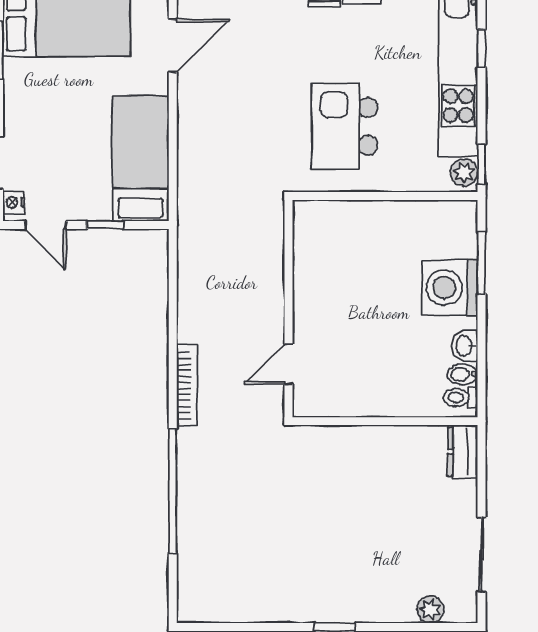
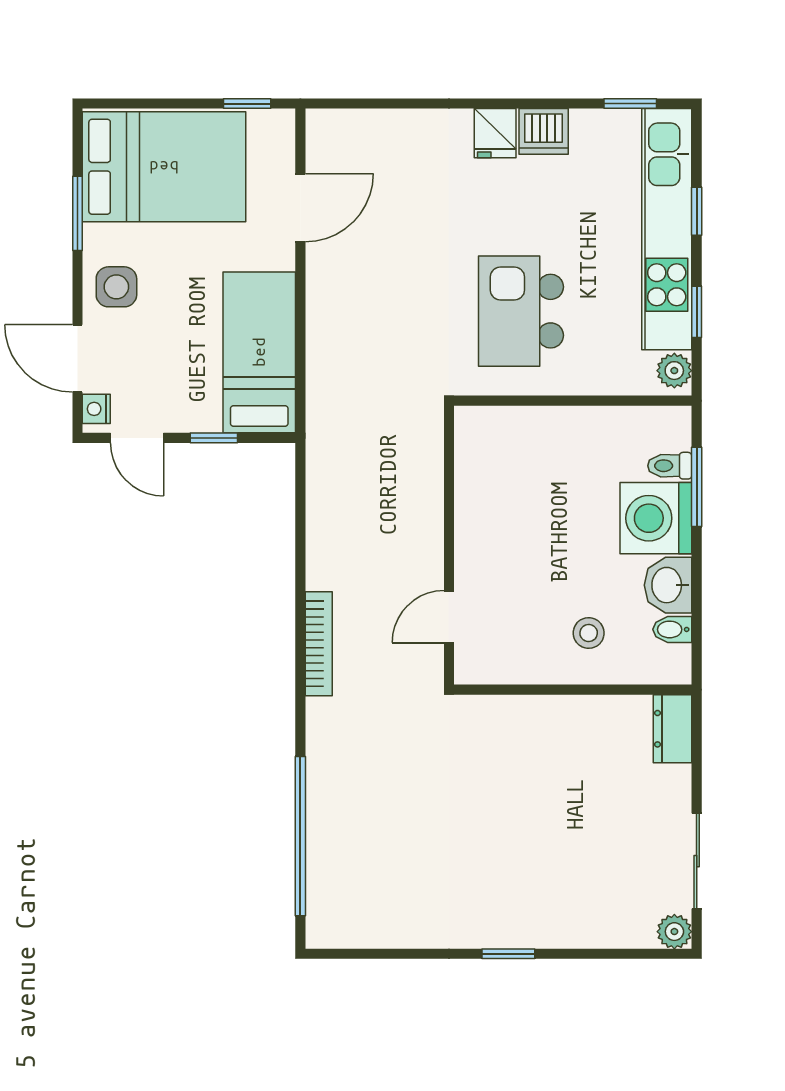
side table: (29, 107) -> (116, 287), added
window: (481, 164) -> (697, 312), moved
washbasin: (465, 346) -> (668, 585), width x1.38, depth x1.45
stool: (397, 377) -> (589, 633), added
toilet: (460, 398) -> (670, 466), moved
window: (173, 491) -> (300, 836), moved
plant: (431, 610) -> (674, 932), moved

